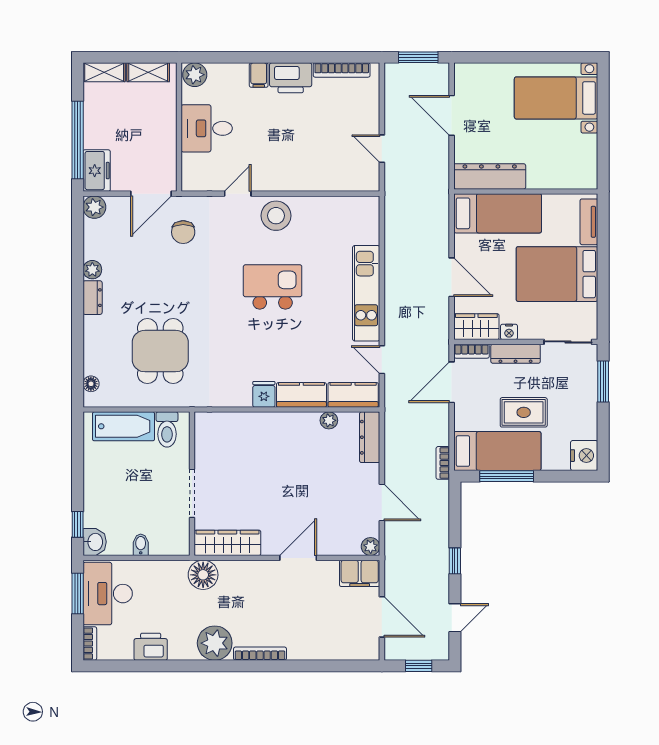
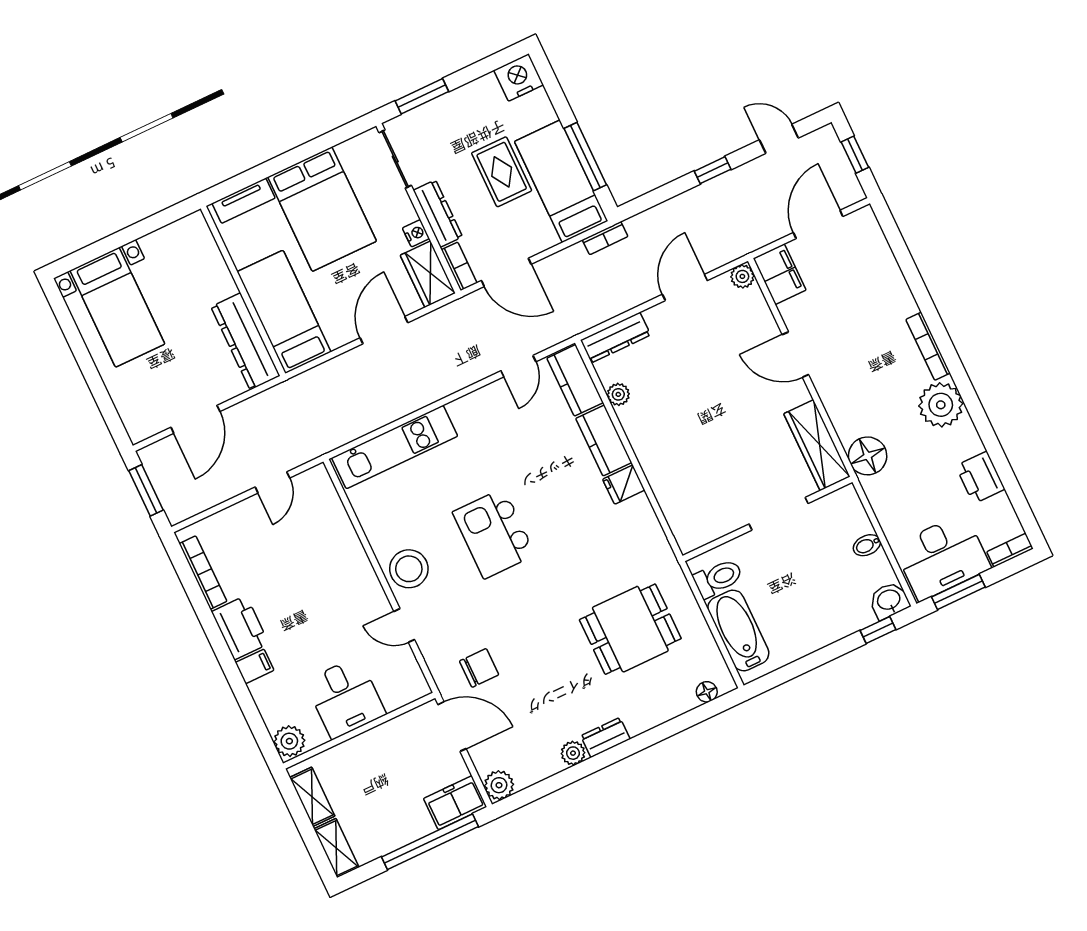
kitchen unit: (366, 293) -> (395, 447), moved

